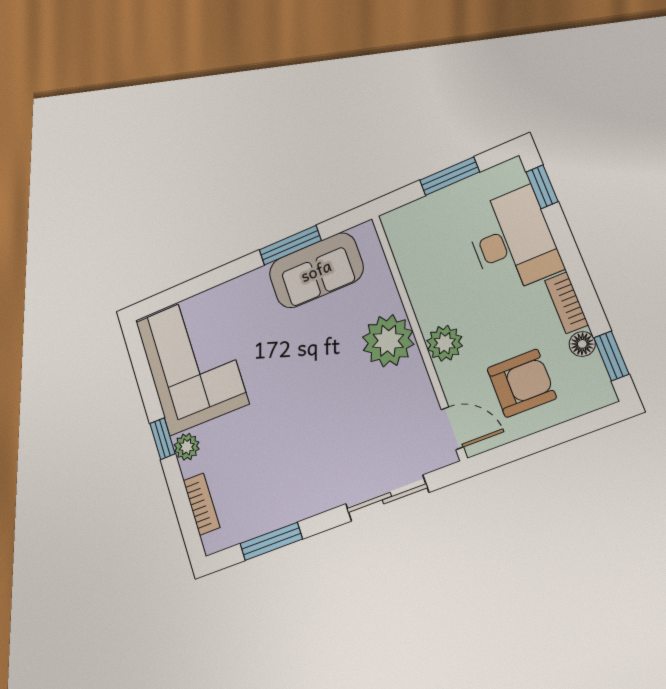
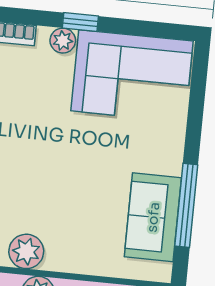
window: (290, 245) -> (186, 205), width x1.44
plant: (388, 341) -> (26, 251), moved, width x0.73, depth x0.73

